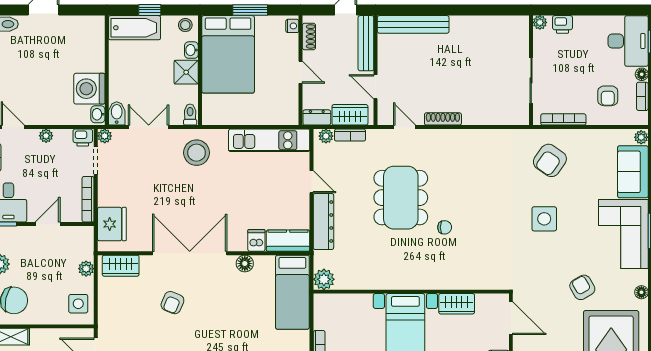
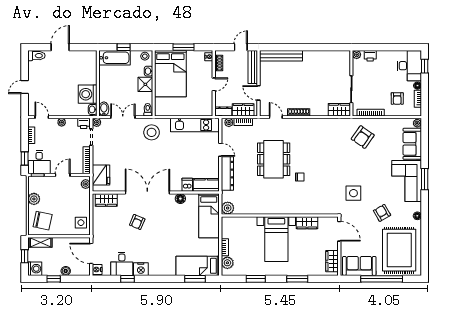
door: (301, 72) -> (214, 84), hinge flipped
wardrobe: (511, 115) -> (339, 110), added
side table: (544, 219) -> (353, 193), moved
plant: (86, 269) -> (86, 184), moved

